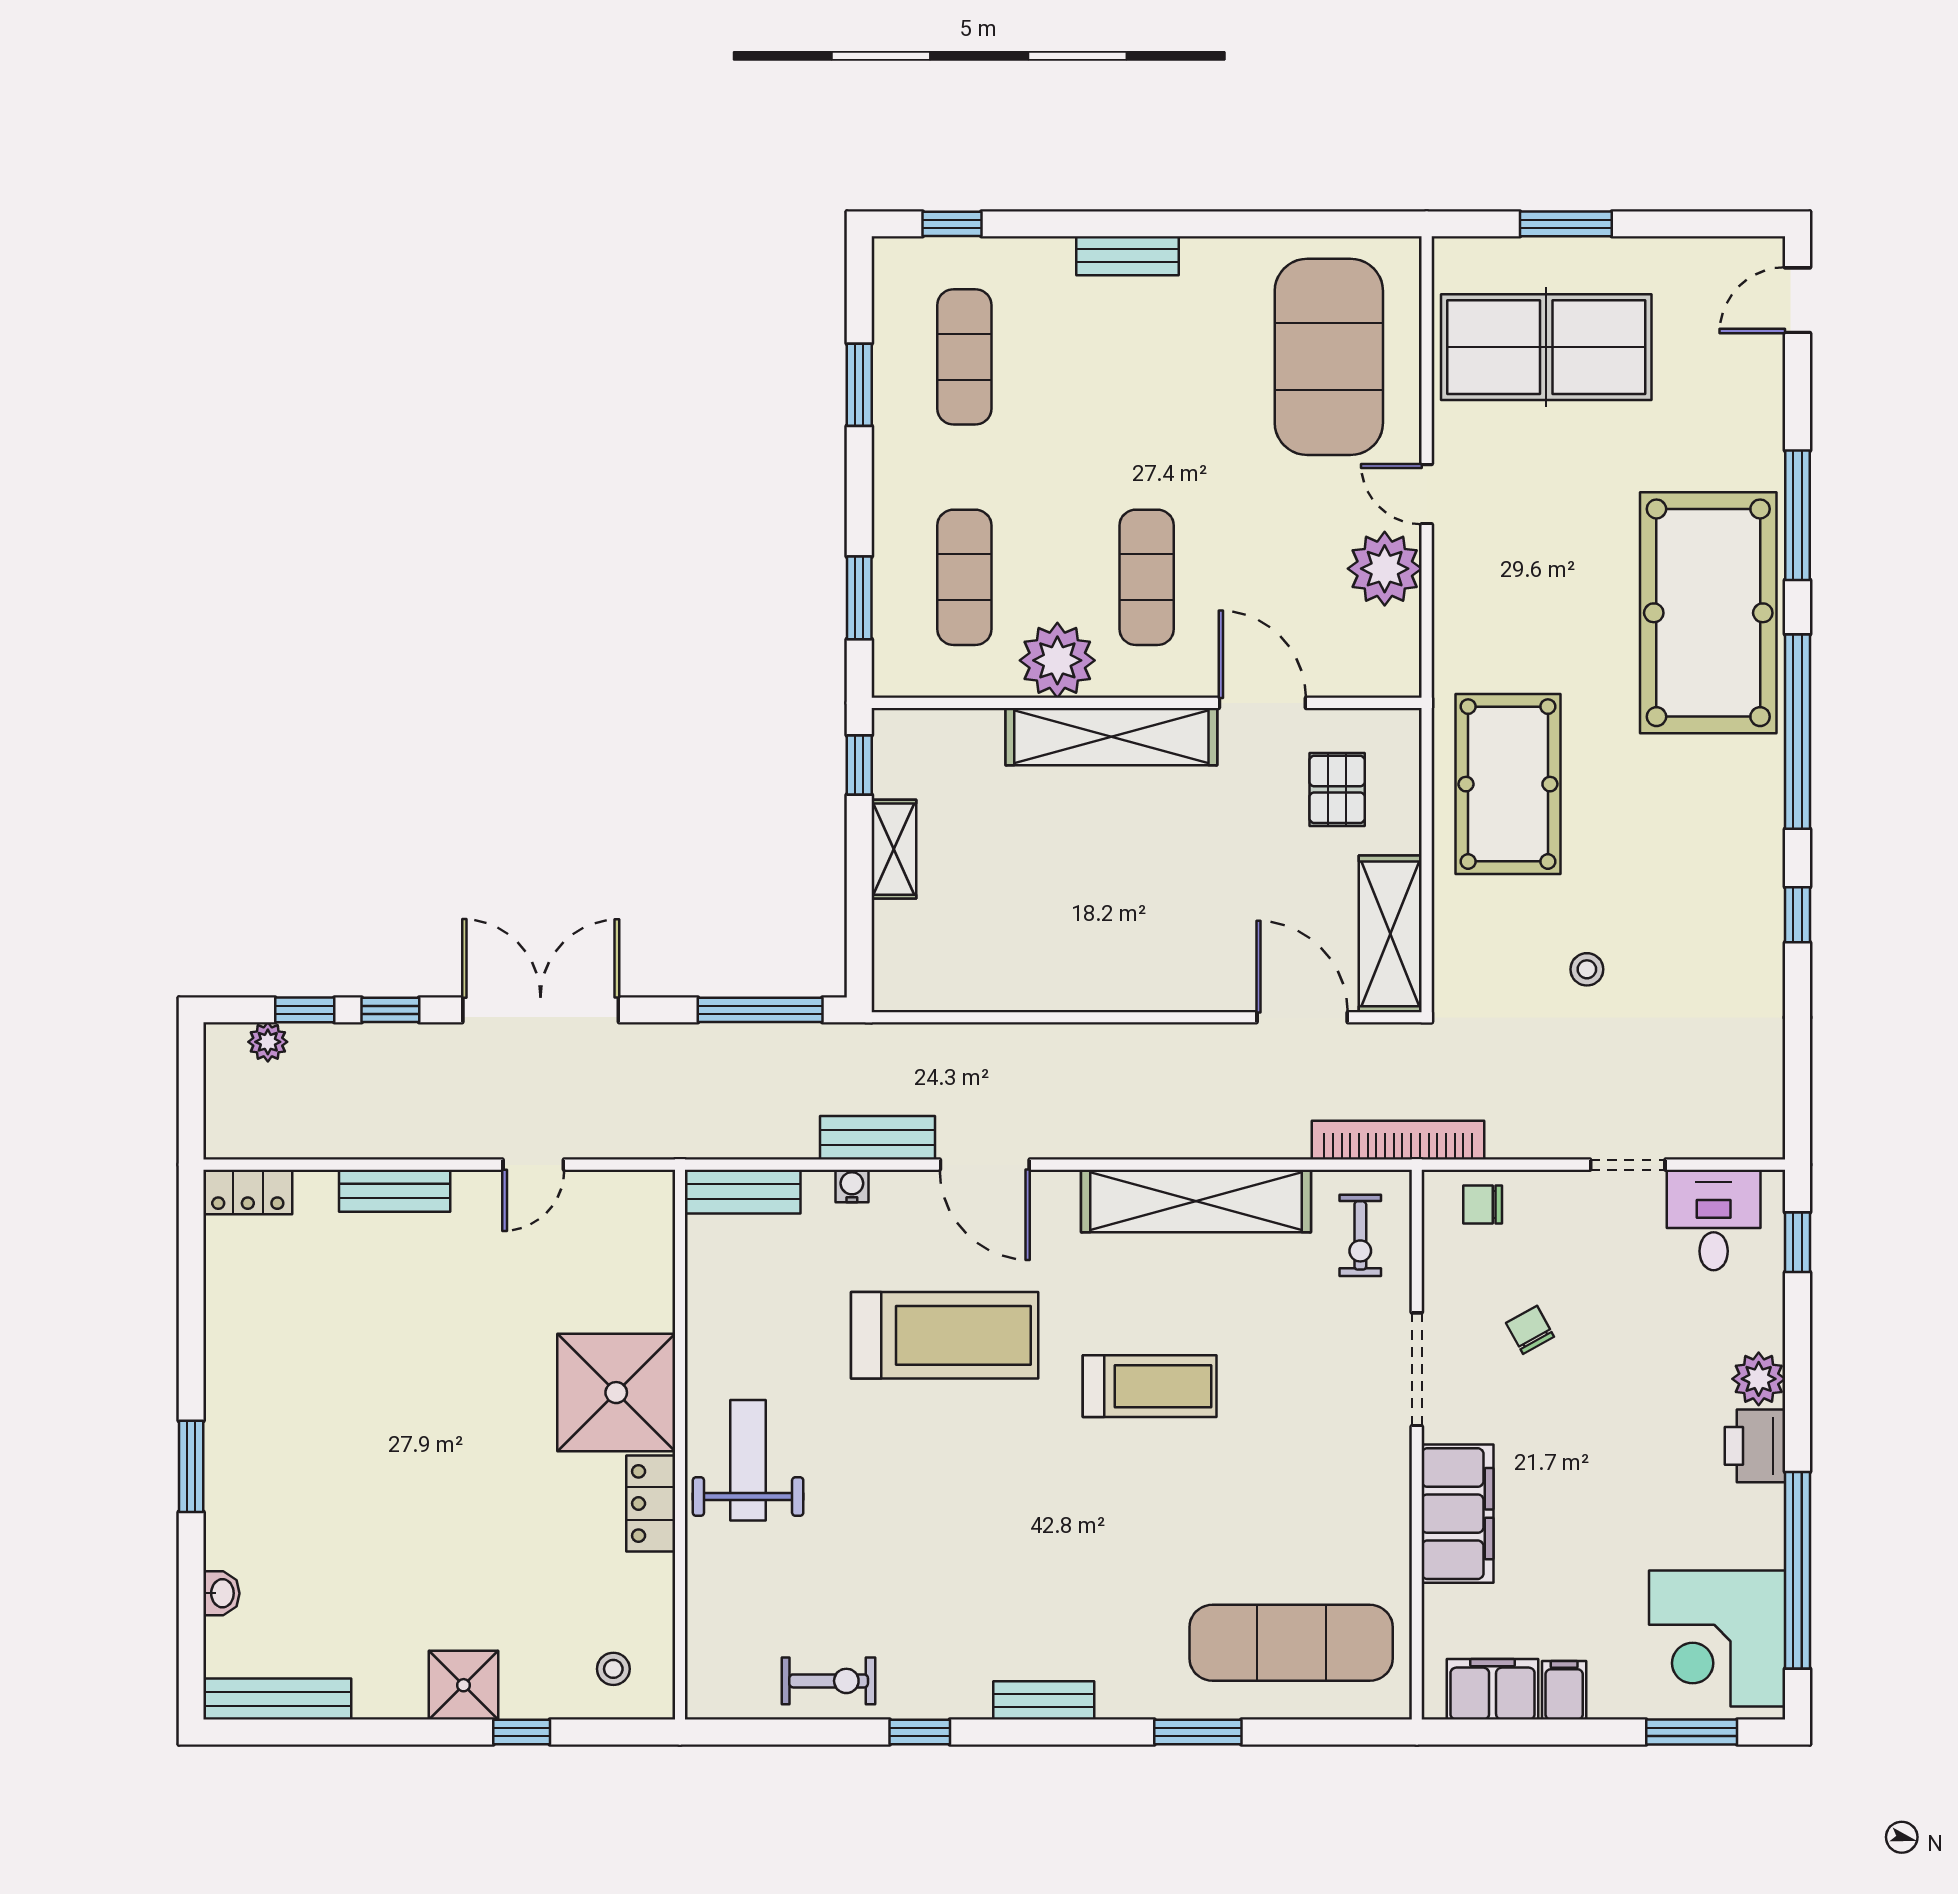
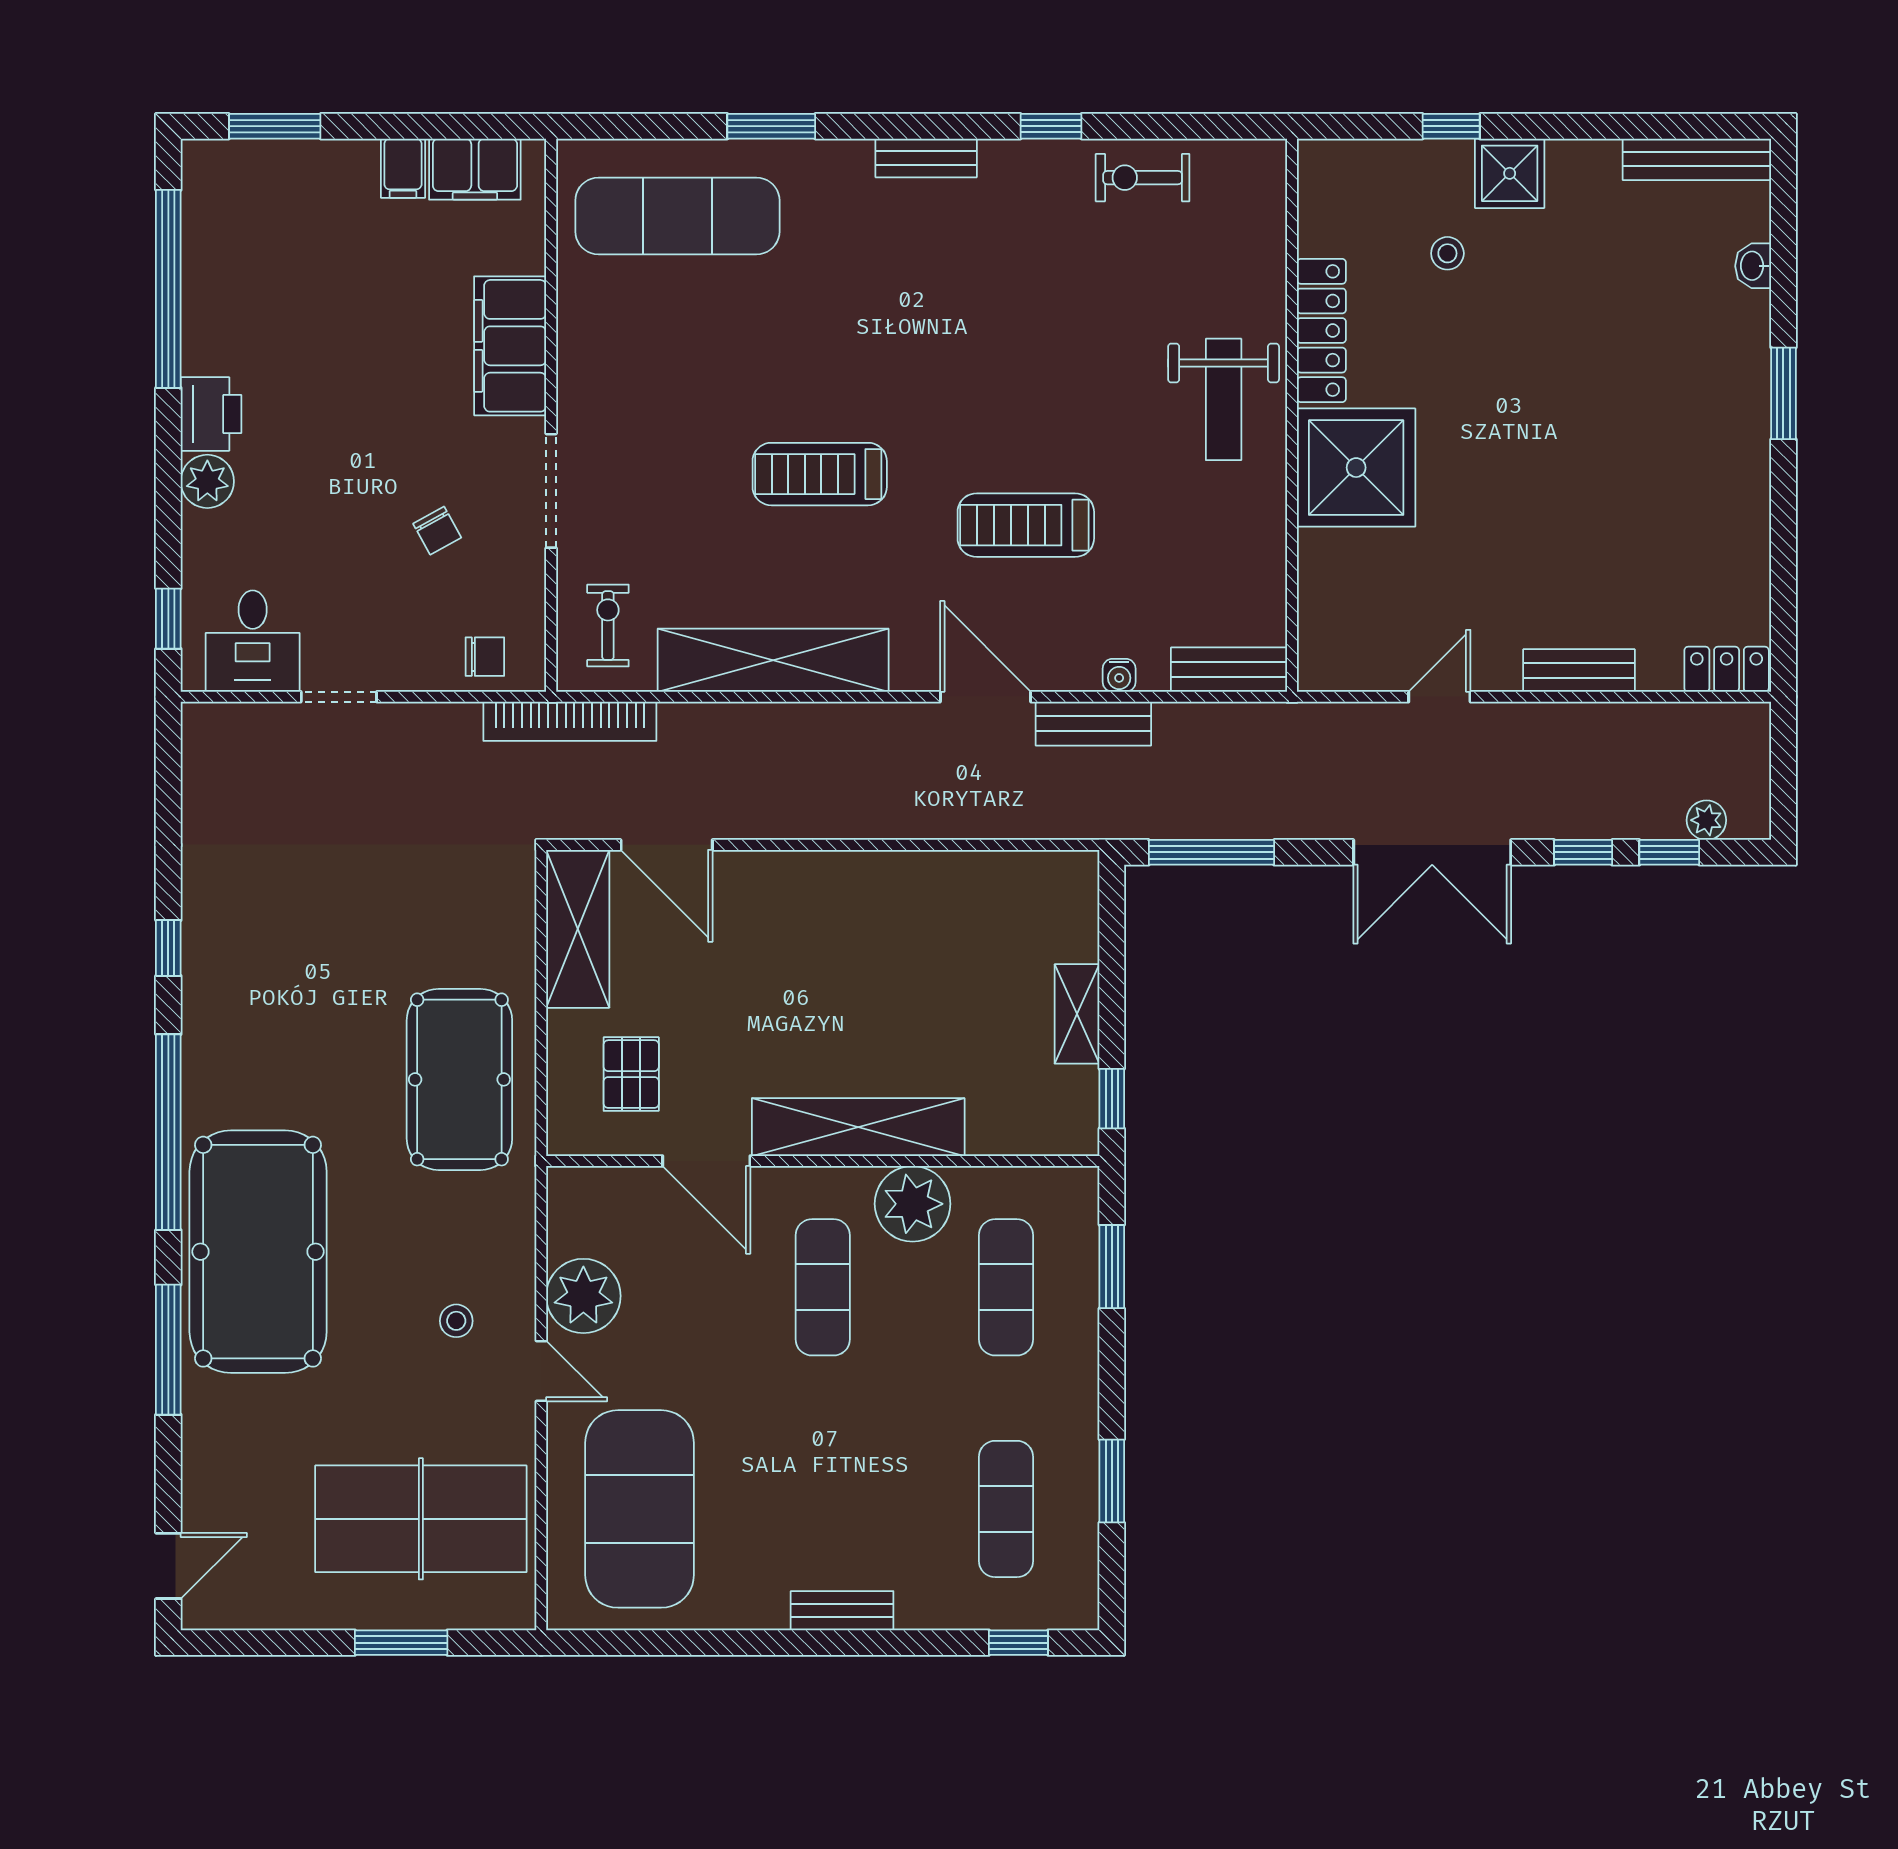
stool: (1587, 969) -> (456, 1321), moved
treadmill: (945, 1335) -> (1026, 525), width x0.73, depth x0.73
locker: (651, 1503) -> (1321, 331), width x1.53
corner desk: (1717, 1639) -> (249, 220), removed
stool: (613, 1669) -> (1447, 253), moved

